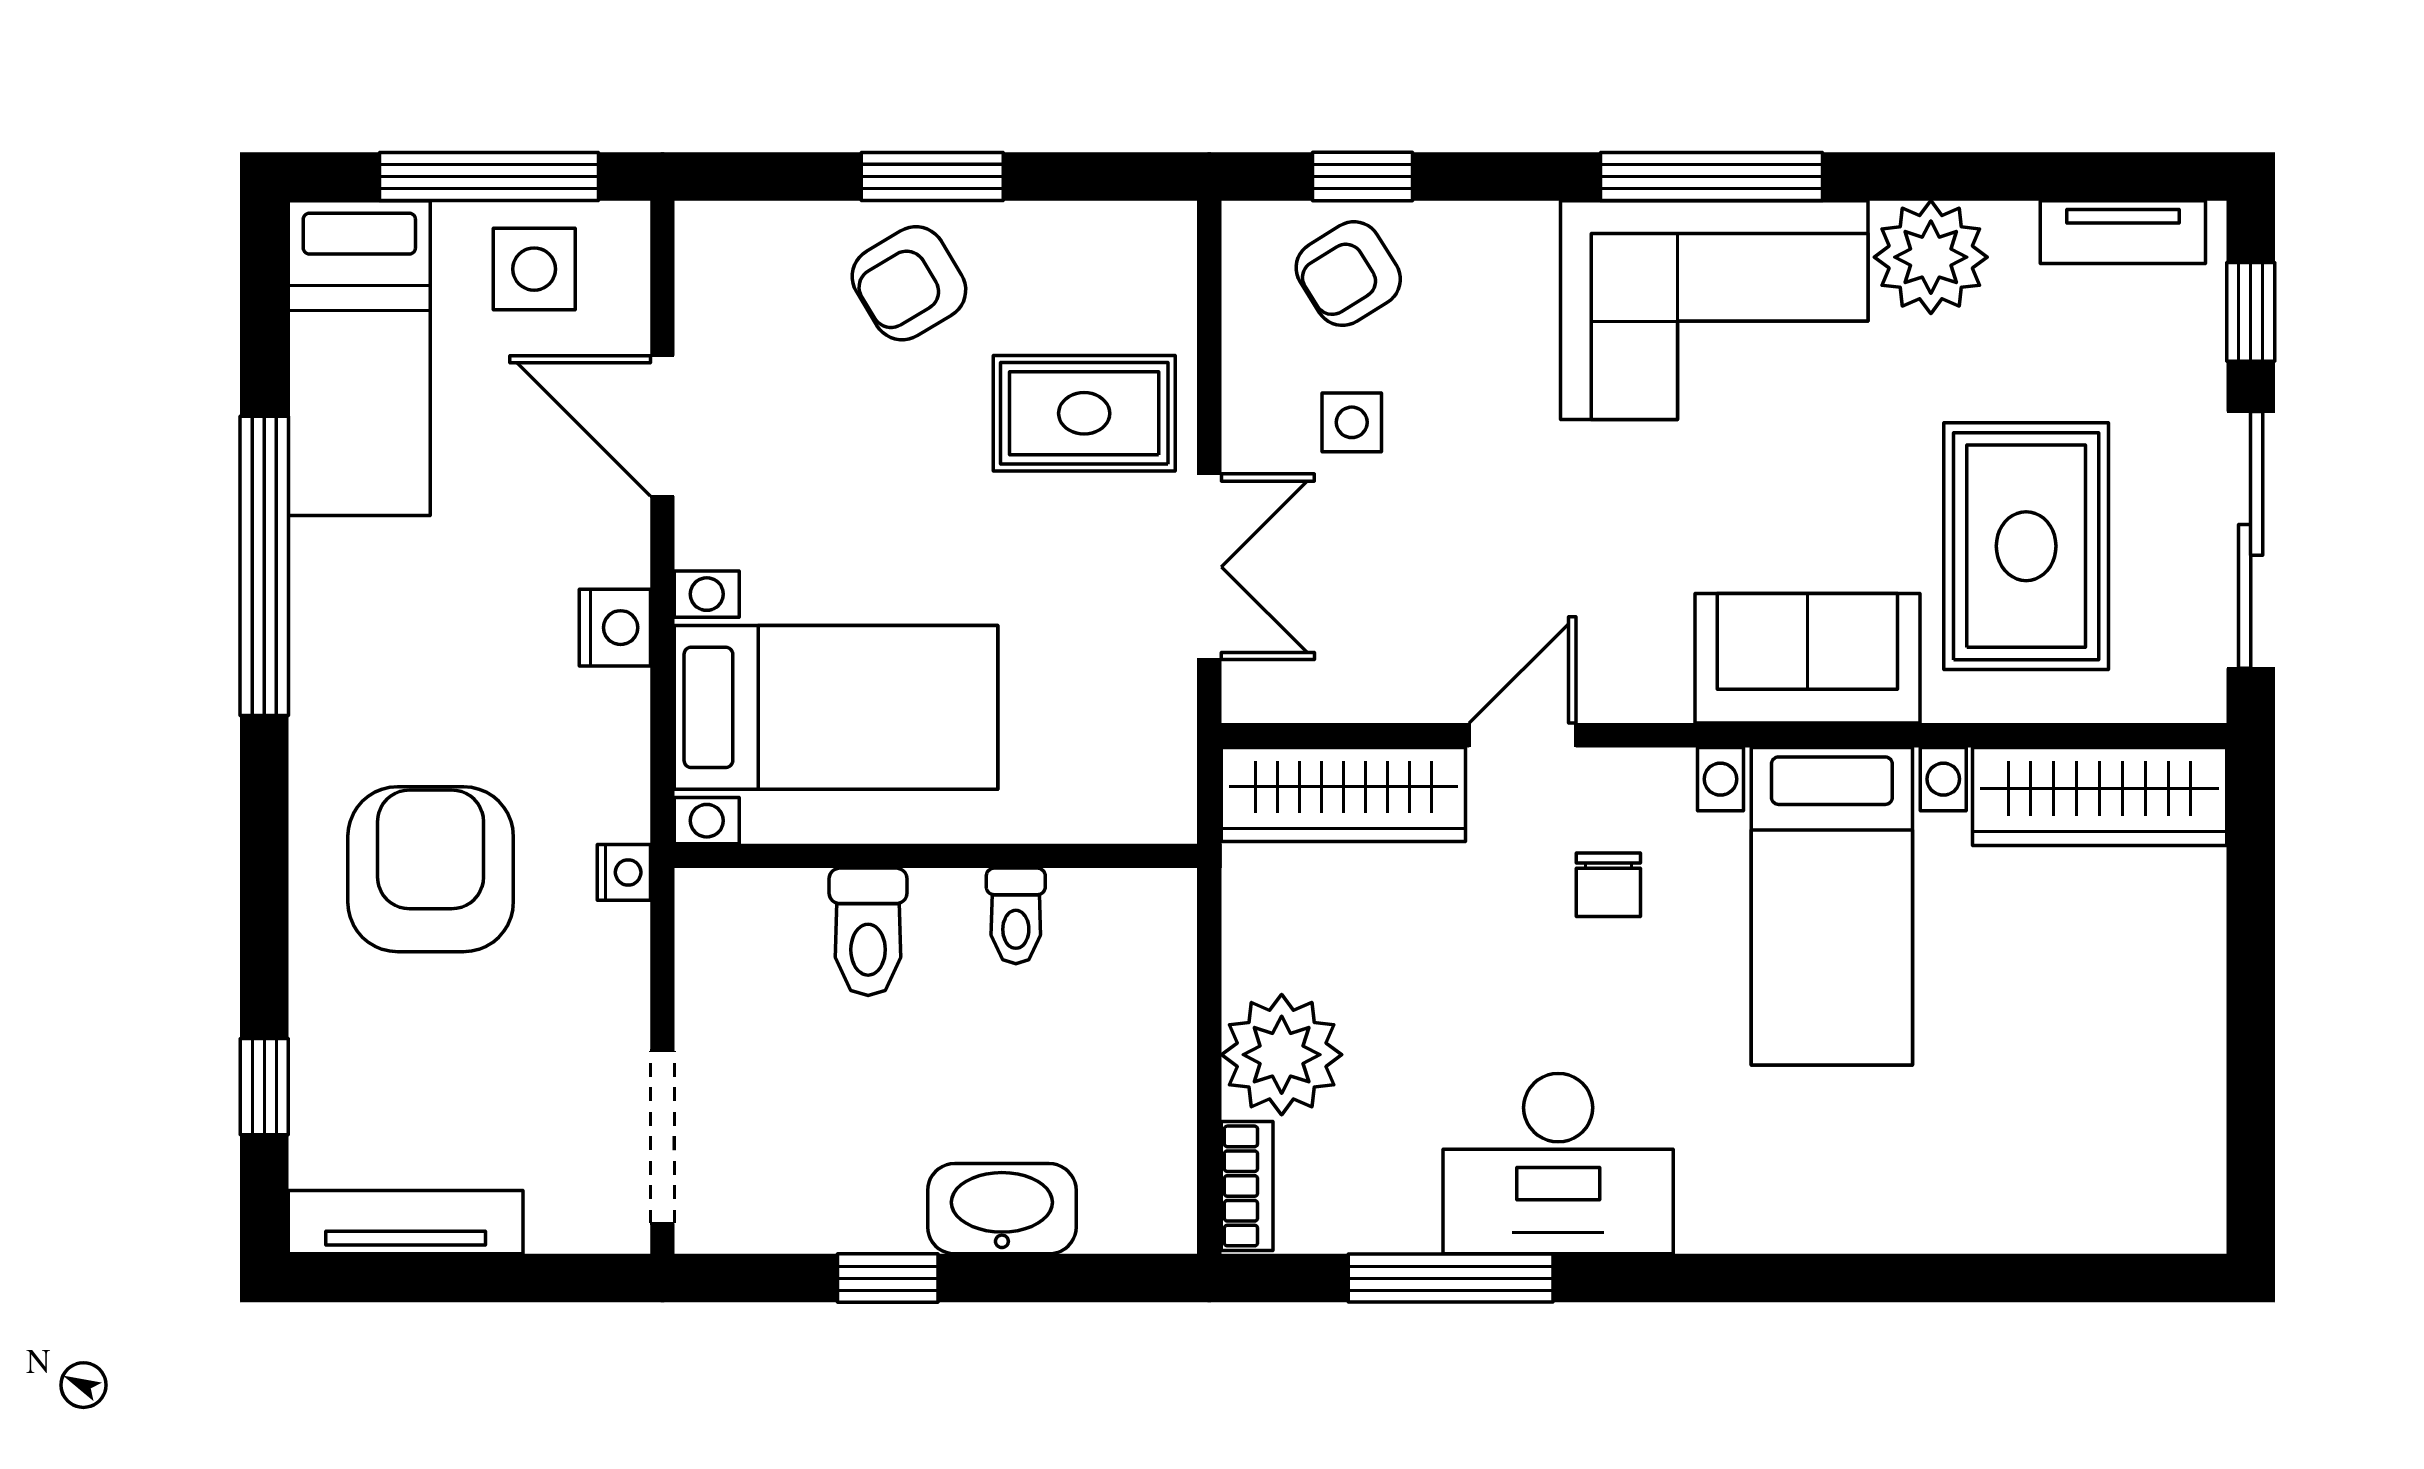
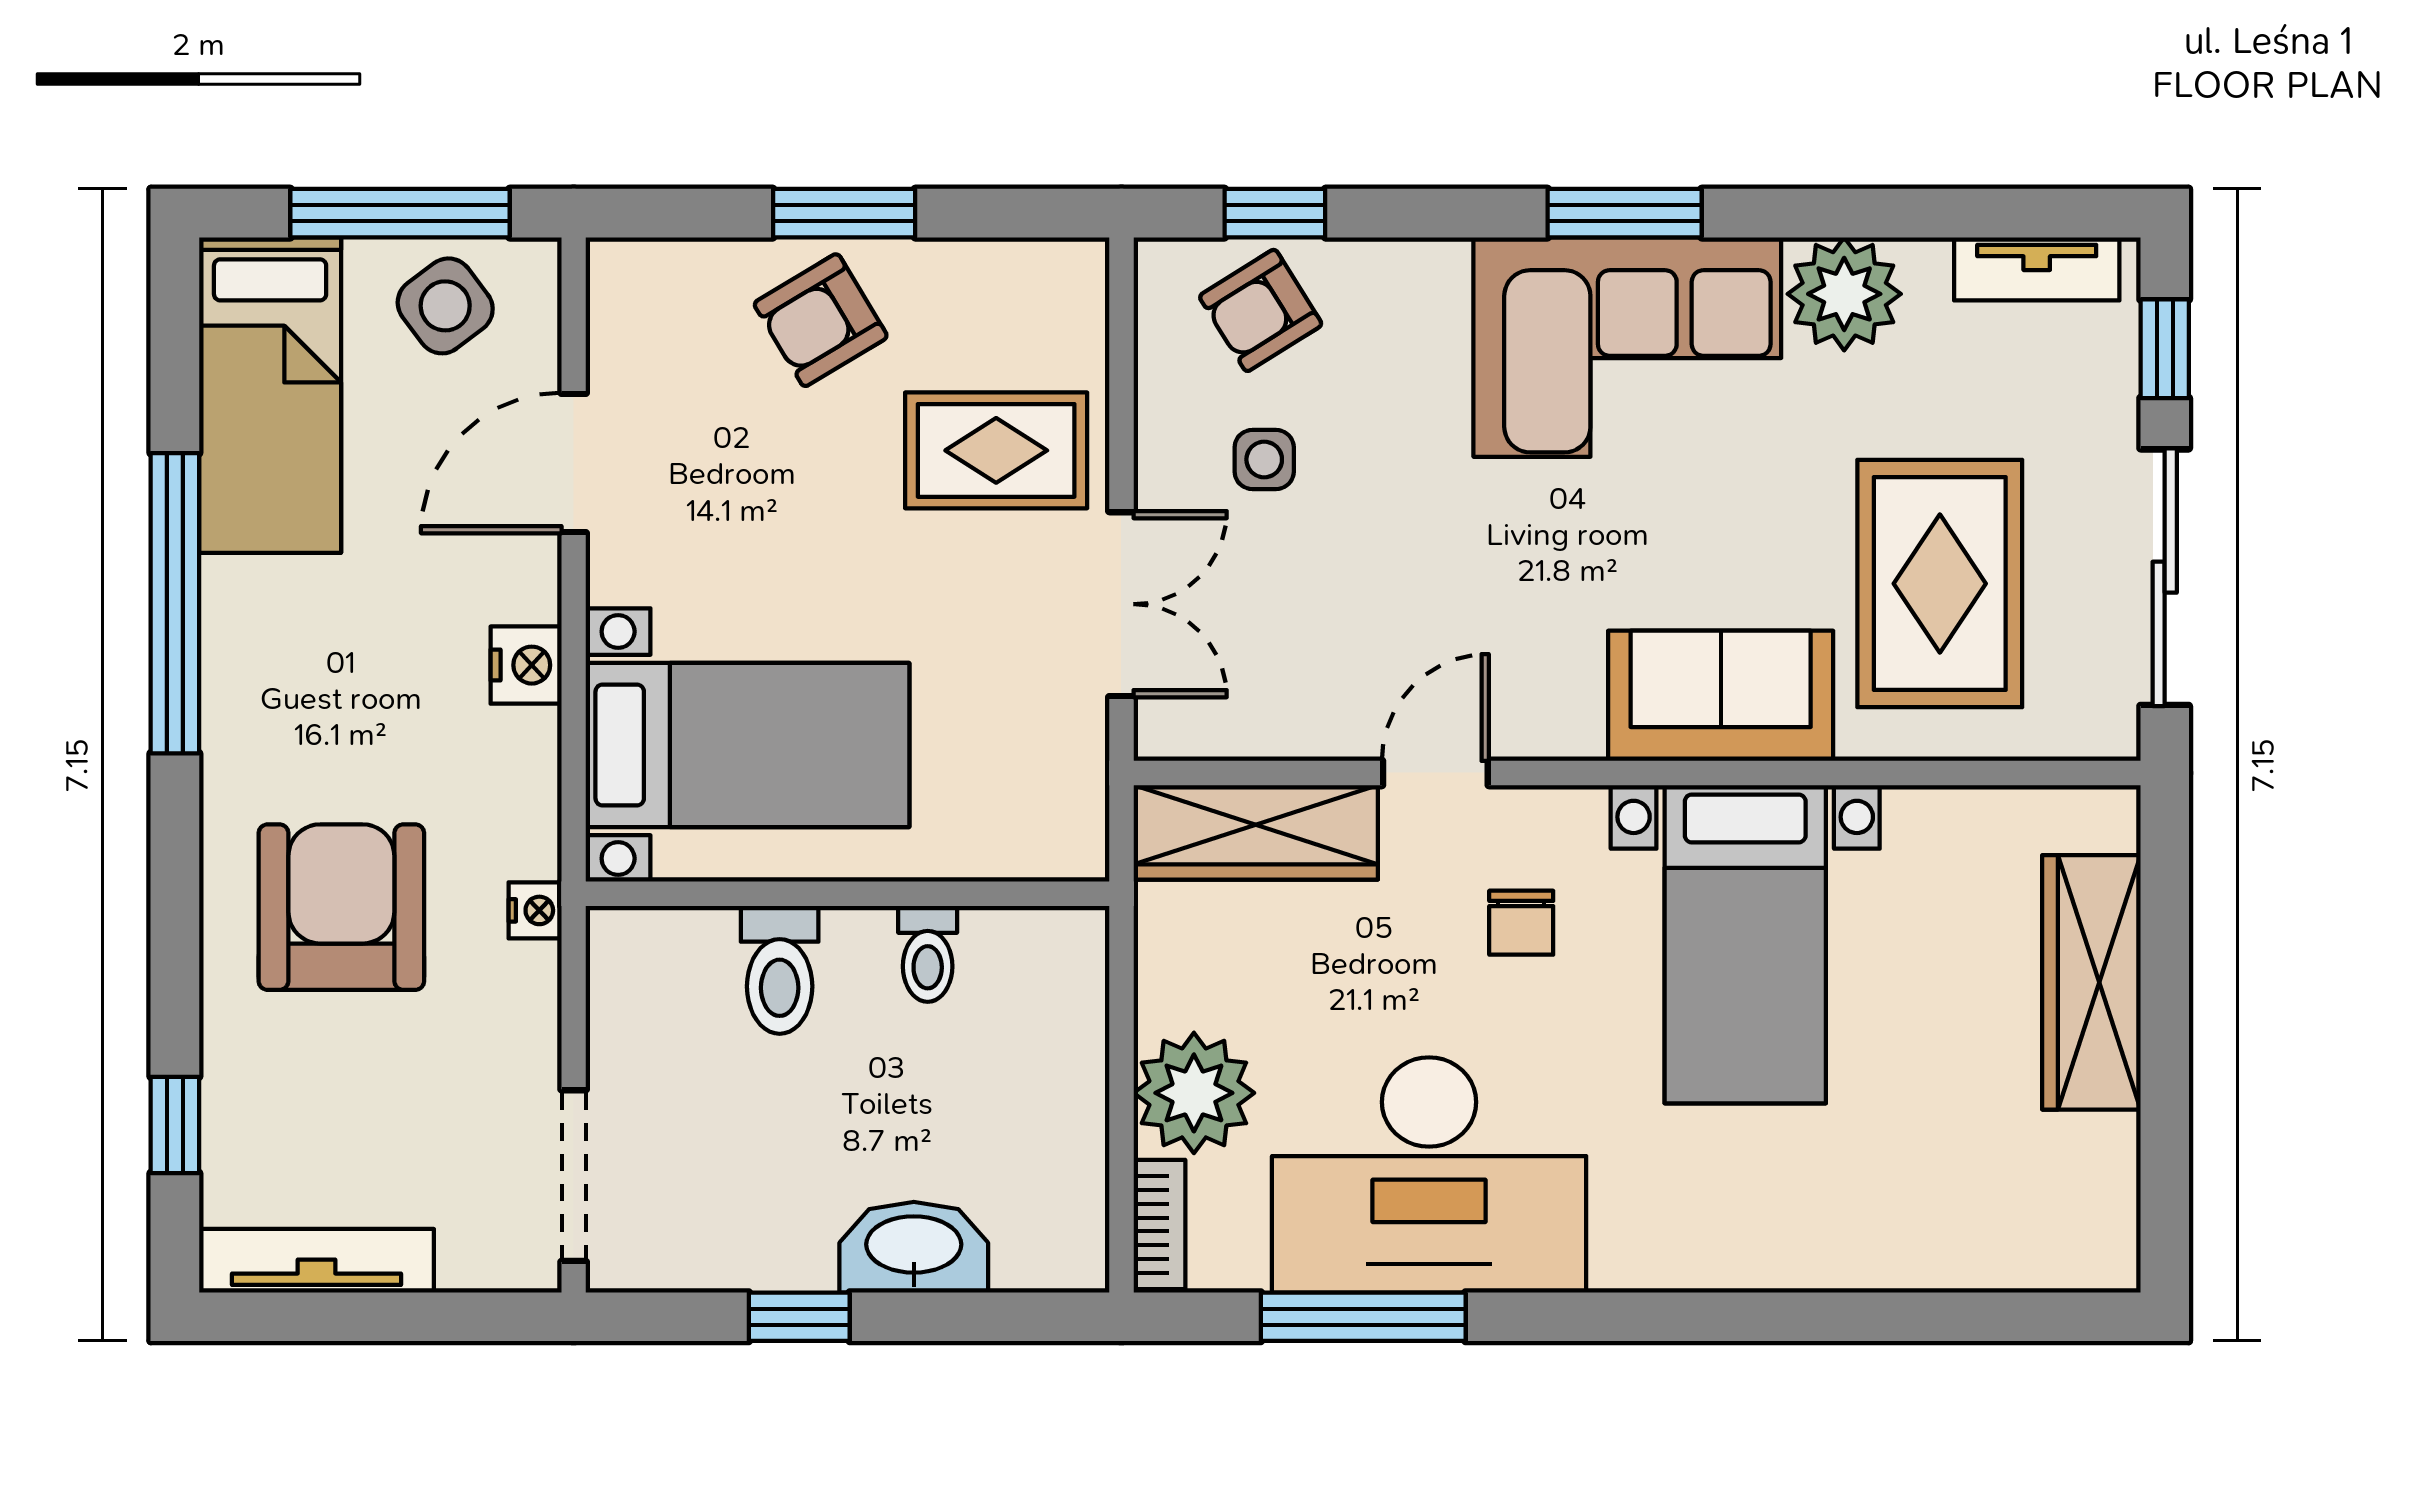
window: (1712, 176) -> (1625, 213), width x0.69
side table: (534, 269) -> (445, 306), turned -37
door: (662, 426) -> (574, 463), hinge flipped
wardrobe: (2100, 796) -> (2091, 982), moved, turned 90
desk: (1558, 1164) -> (1429, 1175), width x1.36, depth x1.30

